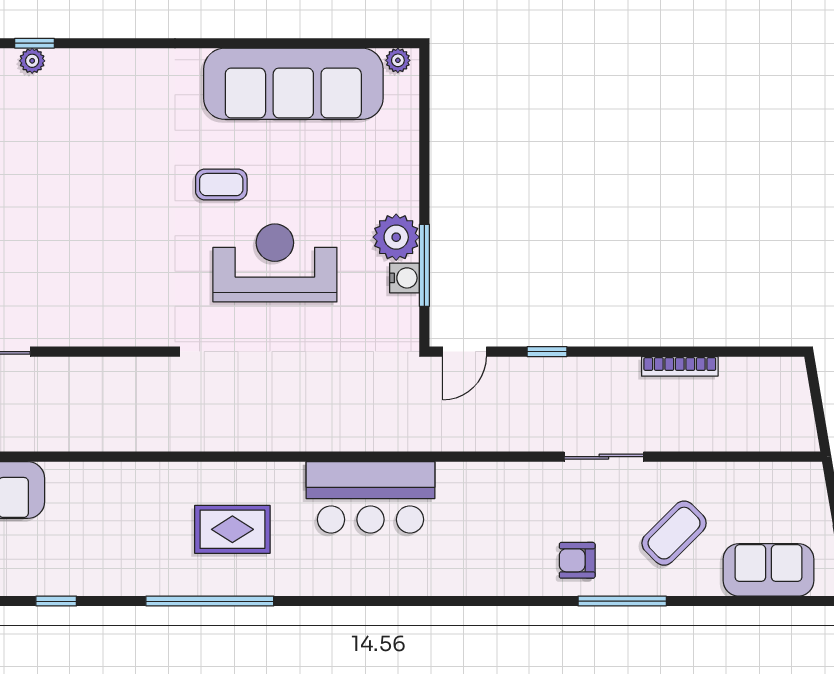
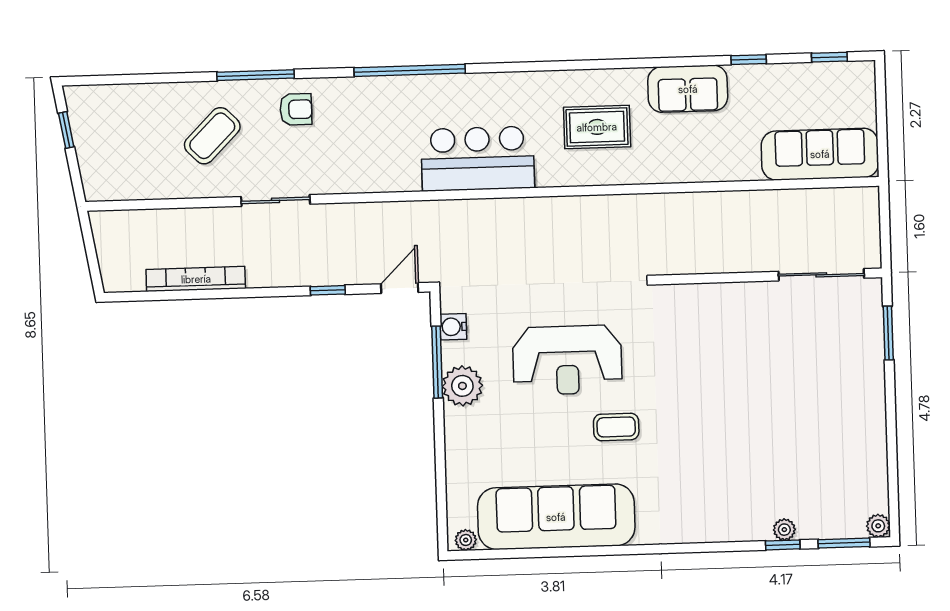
water cooler: (405, 278) -> (453, 327), moved
bookcase: (680, 366) -> (196, 279), width x1.48, depth x1.31
sofa: (769, 570) -> (688, 89), moved
window: (210, 601) -> (410, 70), moved

